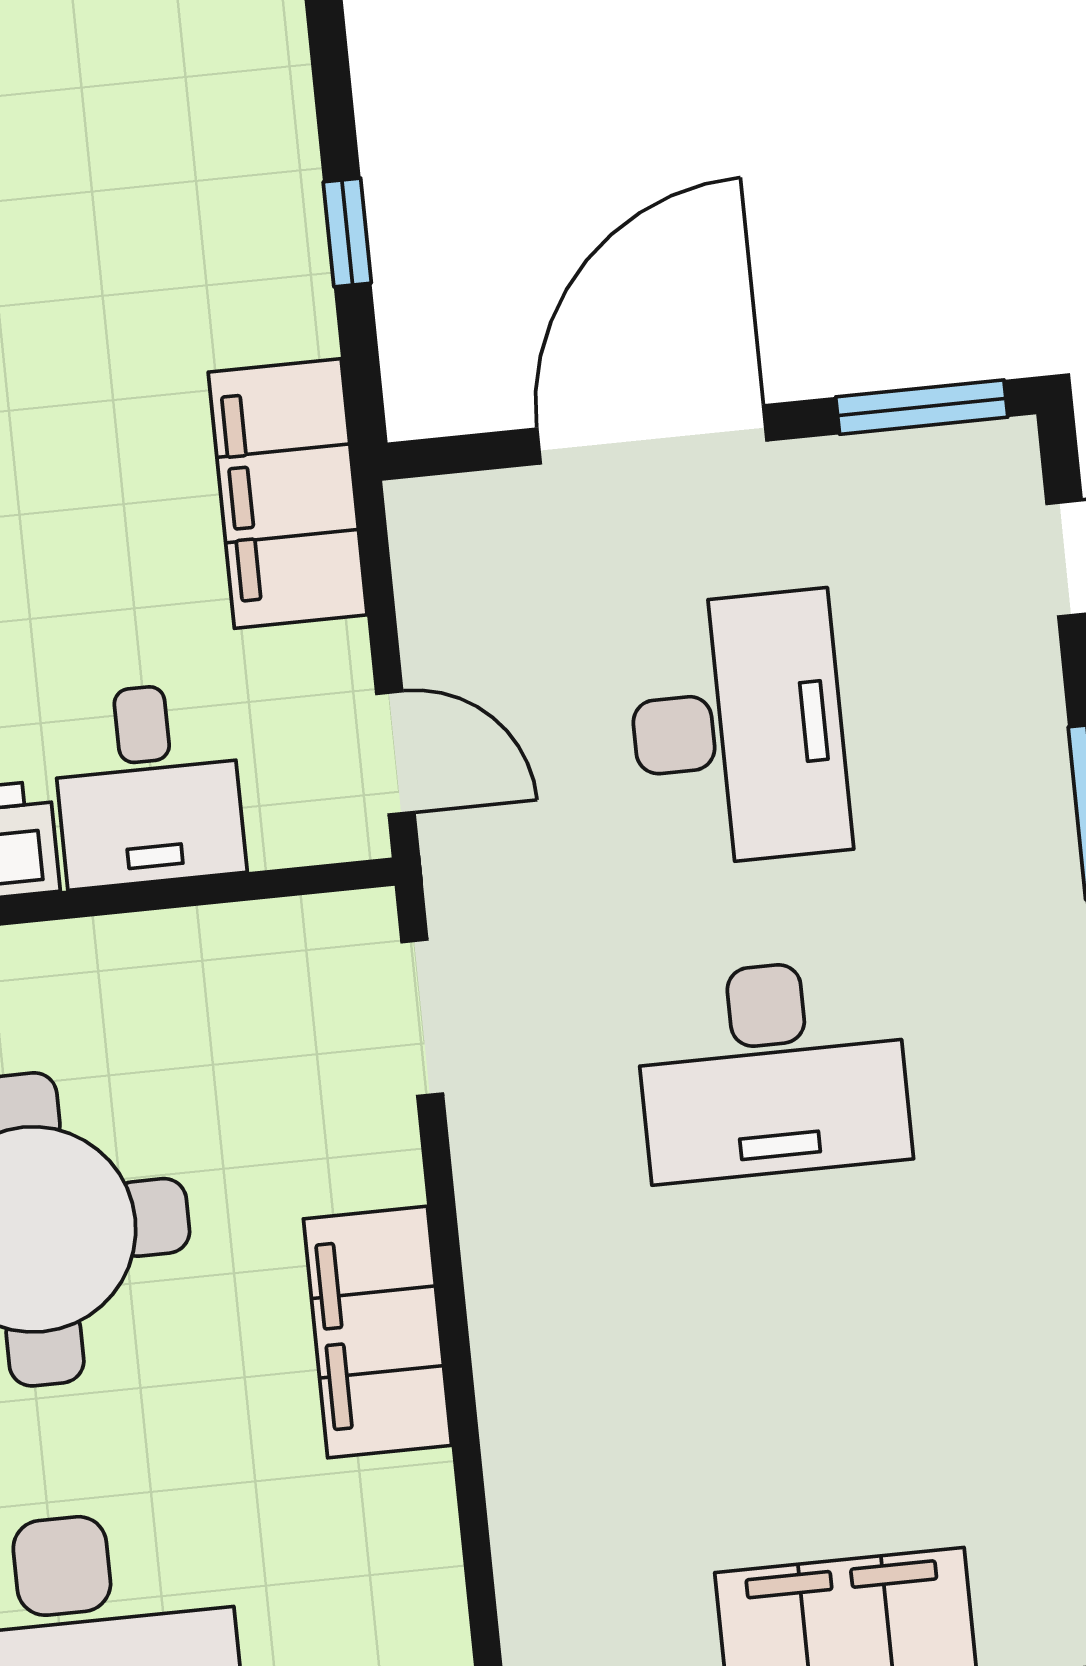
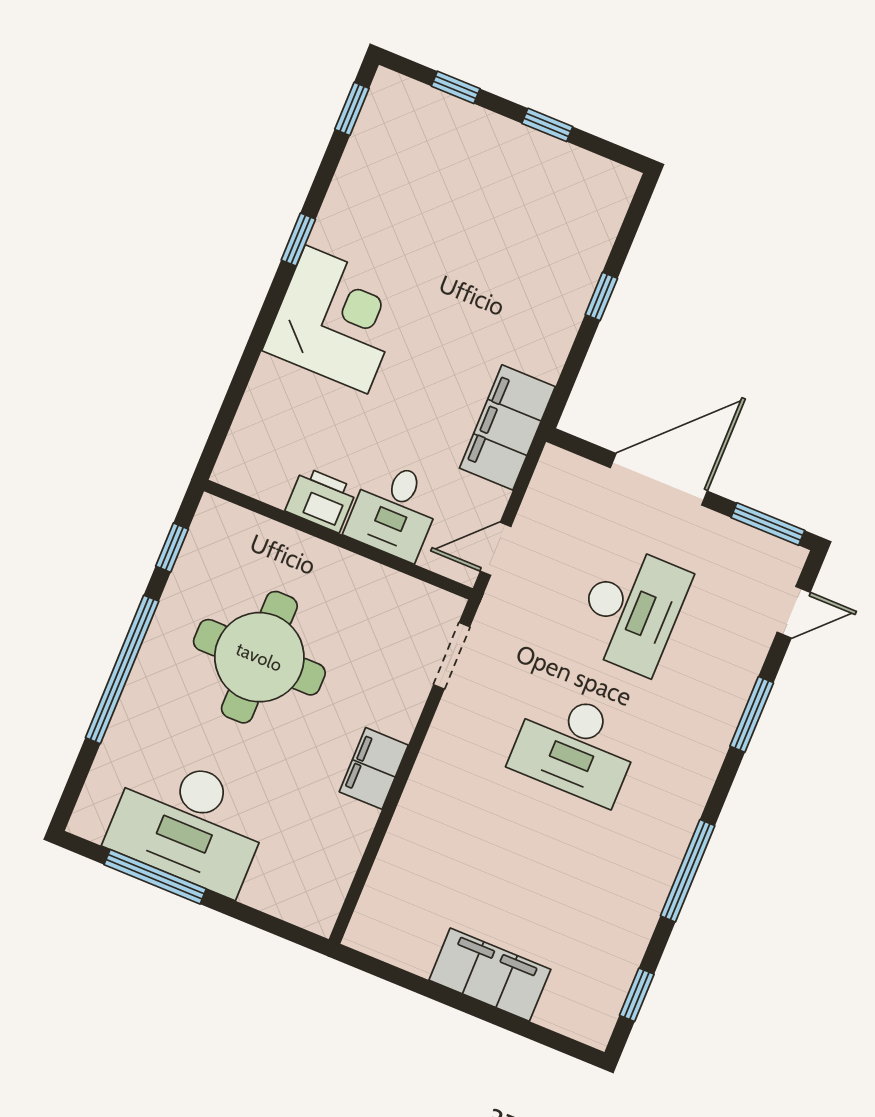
window: (347, 233) -> (601, 296), moved
door: (395, 753) -> (496, 549), swing flipped
filing cabinet: (377, 1332) -> (374, 768), width x0.67, depth x0.86

